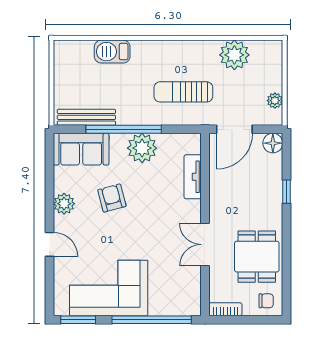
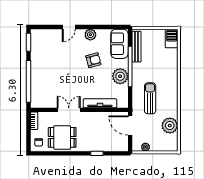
barbecue: (112, 52) -> (172, 38), moved
floor lamp: (273, 143) -> (123, 146), removed
tv unit: (193, 177) -> (100, 103), width x1.41
corner sofa: (109, 288) -> (45, 58), removed

